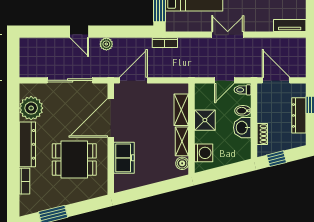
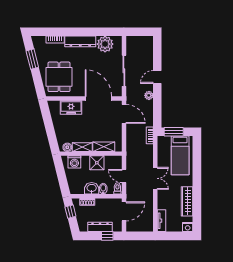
dining table: (74, 160) -> (59, 77), moved

